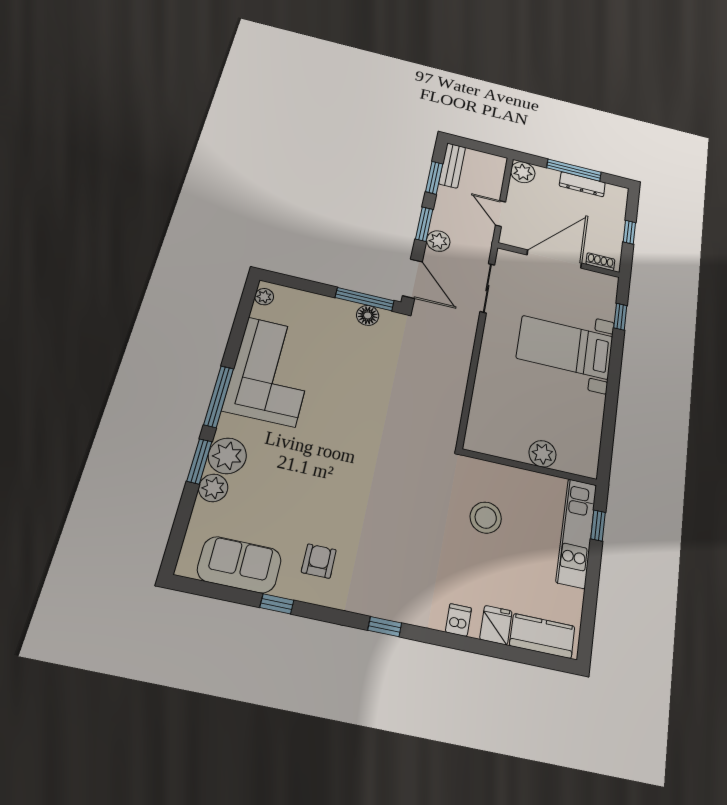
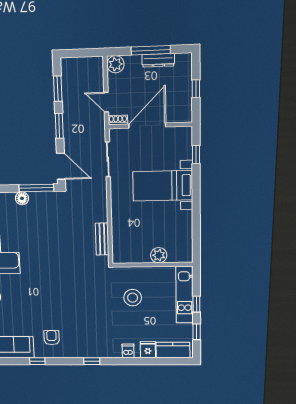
bench: (452, 165) -> (102, 239), moved
plant: (438, 241) -> (71, 135), removed
shoe rack: (600, 262) -> (118, 120), moved
floor lamp: (368, 315) -> (22, 198), moved
window: (598, 526) -> (196, 304), moved
window: (589, 608) -> (197, 332), added

